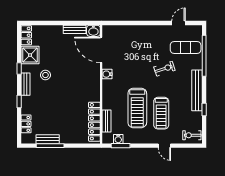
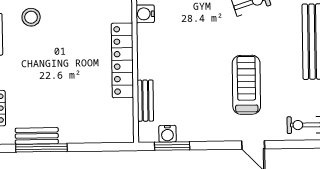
treadmill: (137, 108) -> (202, 76), removed
treadmill: (161, 113) -> (246, 85), turned 180
locker: (94, 122) -> (122, 60), moved

